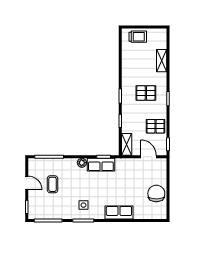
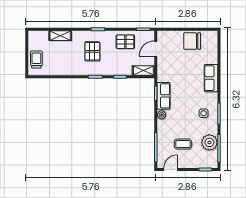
pallet: (156, 126) -> (125, 42), turned 90
door: (27, 183) -> (171, 170), moved
plant: (54, 211) -> (209, 142), added

